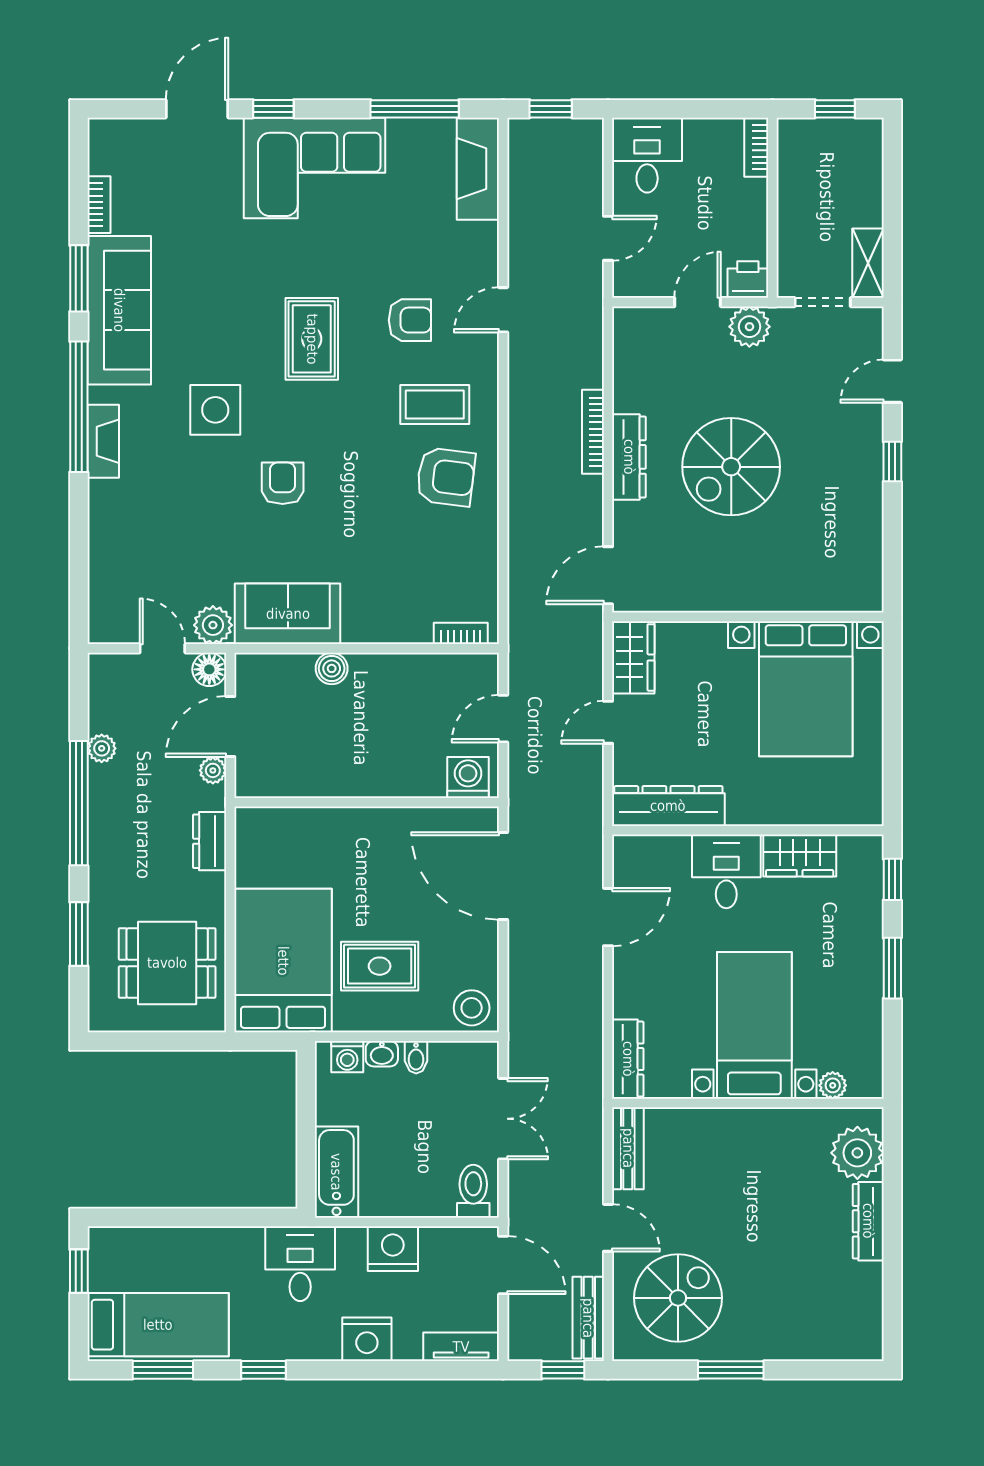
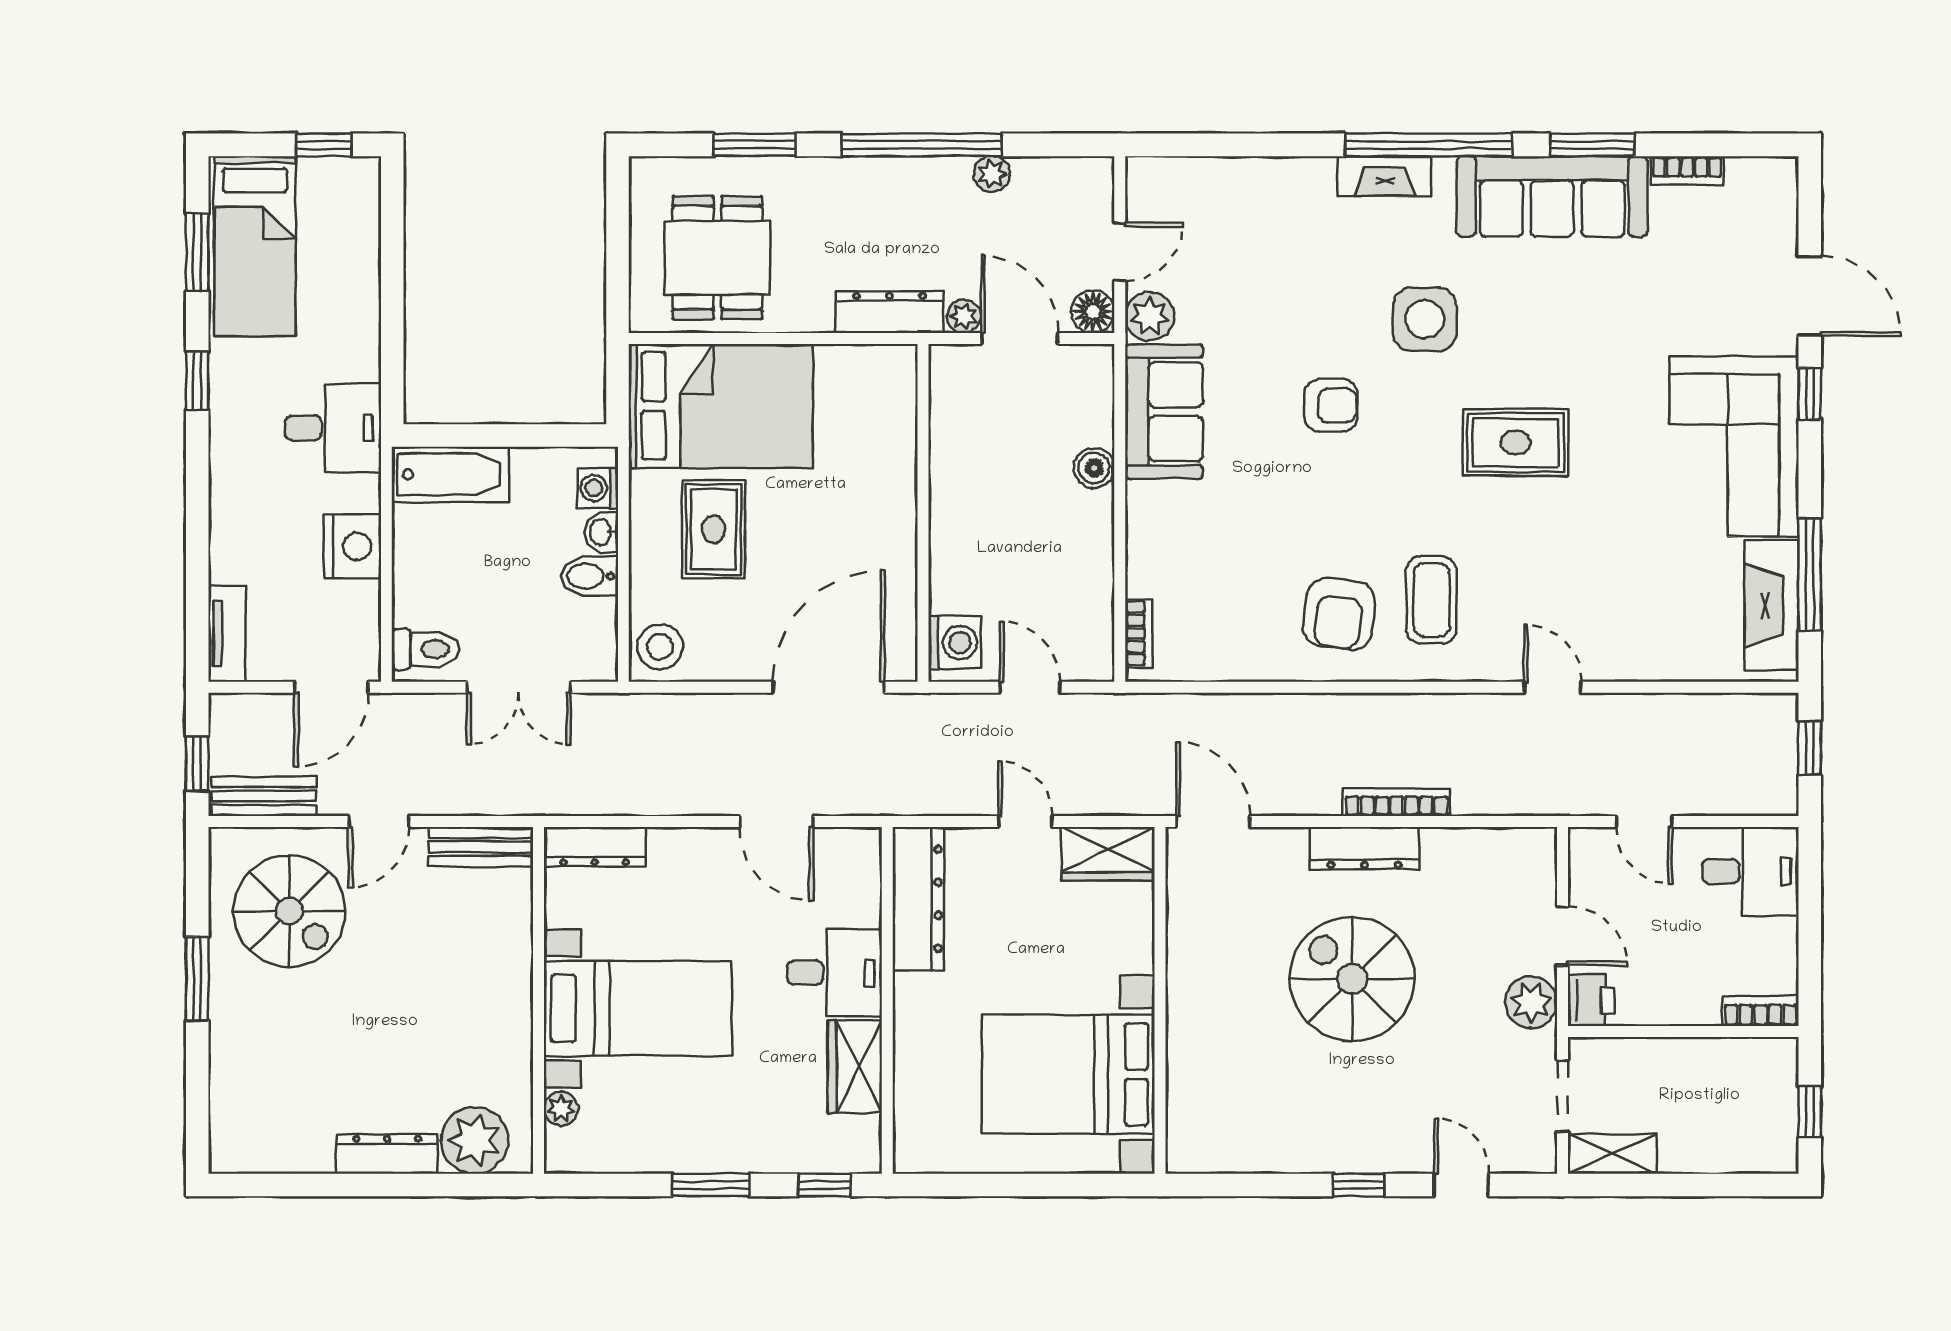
fireplace: (478, 169) -> (1772, 605), moved, turned -90
armchair: (410, 320) -> (1540, 568), removed
dresser: (210, 841) -> (890, 312), width x1.44
bidet: (416, 1057) -> (589, 576), width x1.38, depth x1.36
nightstand: (367, 1339) -> (236, 513), removed

